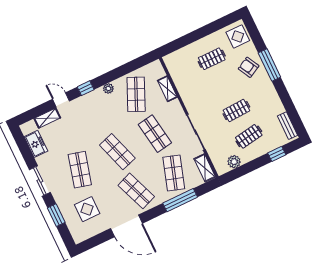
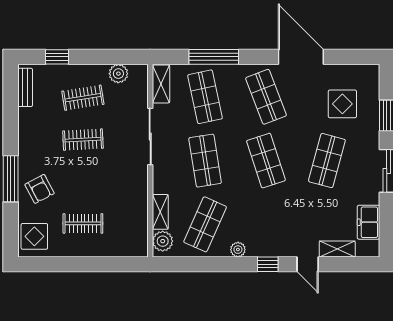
plant: (157, 71) -> (163, 241), added
shop shelf: (174, 173) -> (205, 97), turned -30

